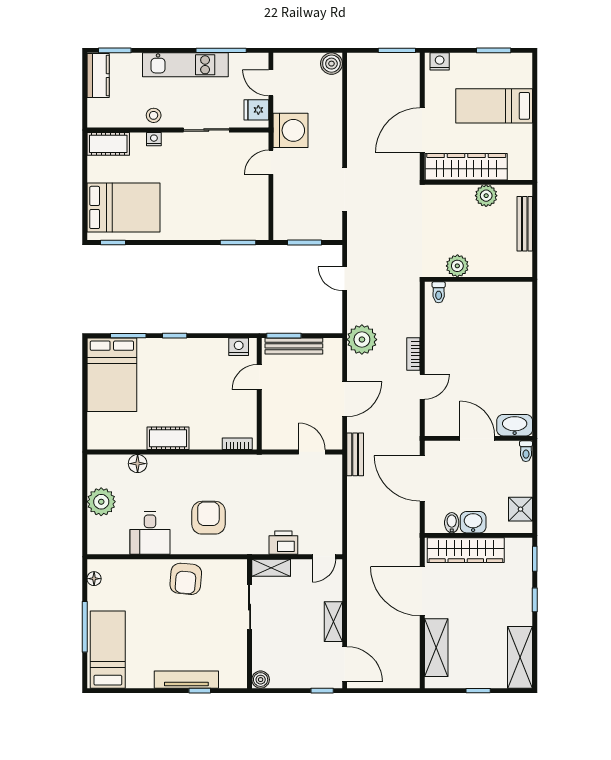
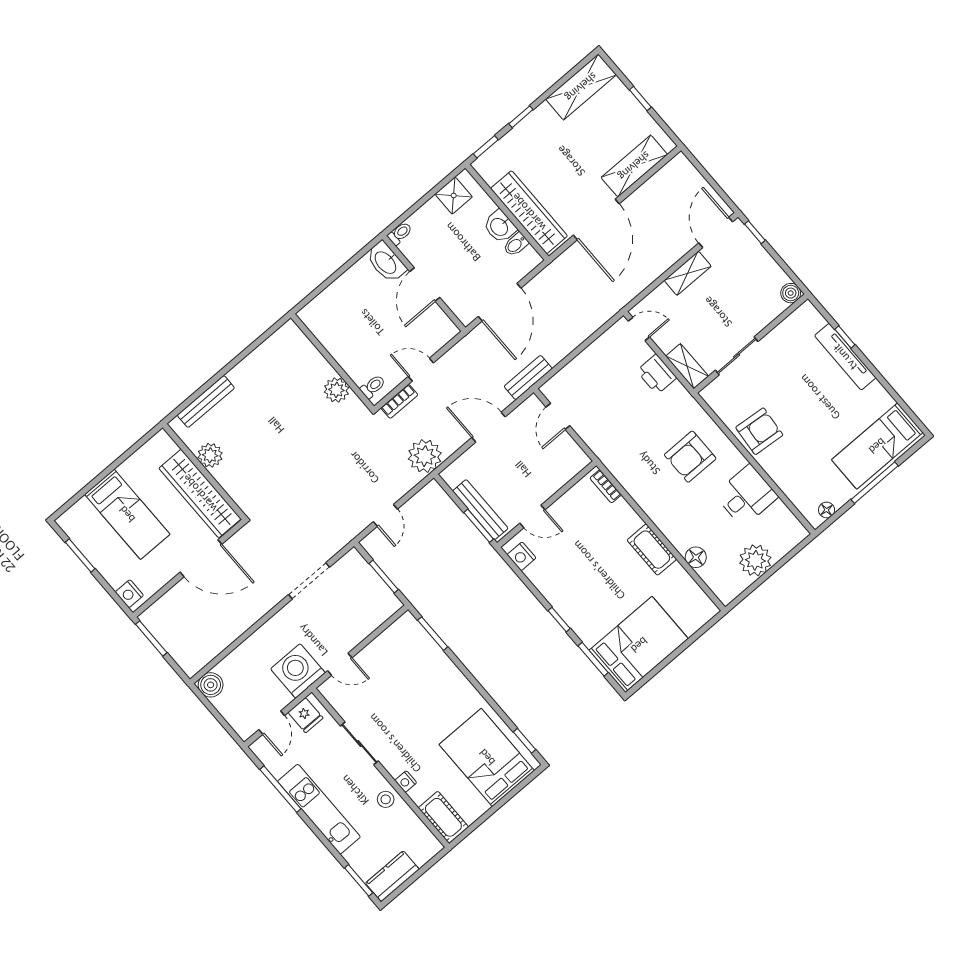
plant: (457, 266) -> (336, 390), moved
wall: (478, 279) -> (332, 362), moved
toilet: (439, 292) -> (373, 386), moved

